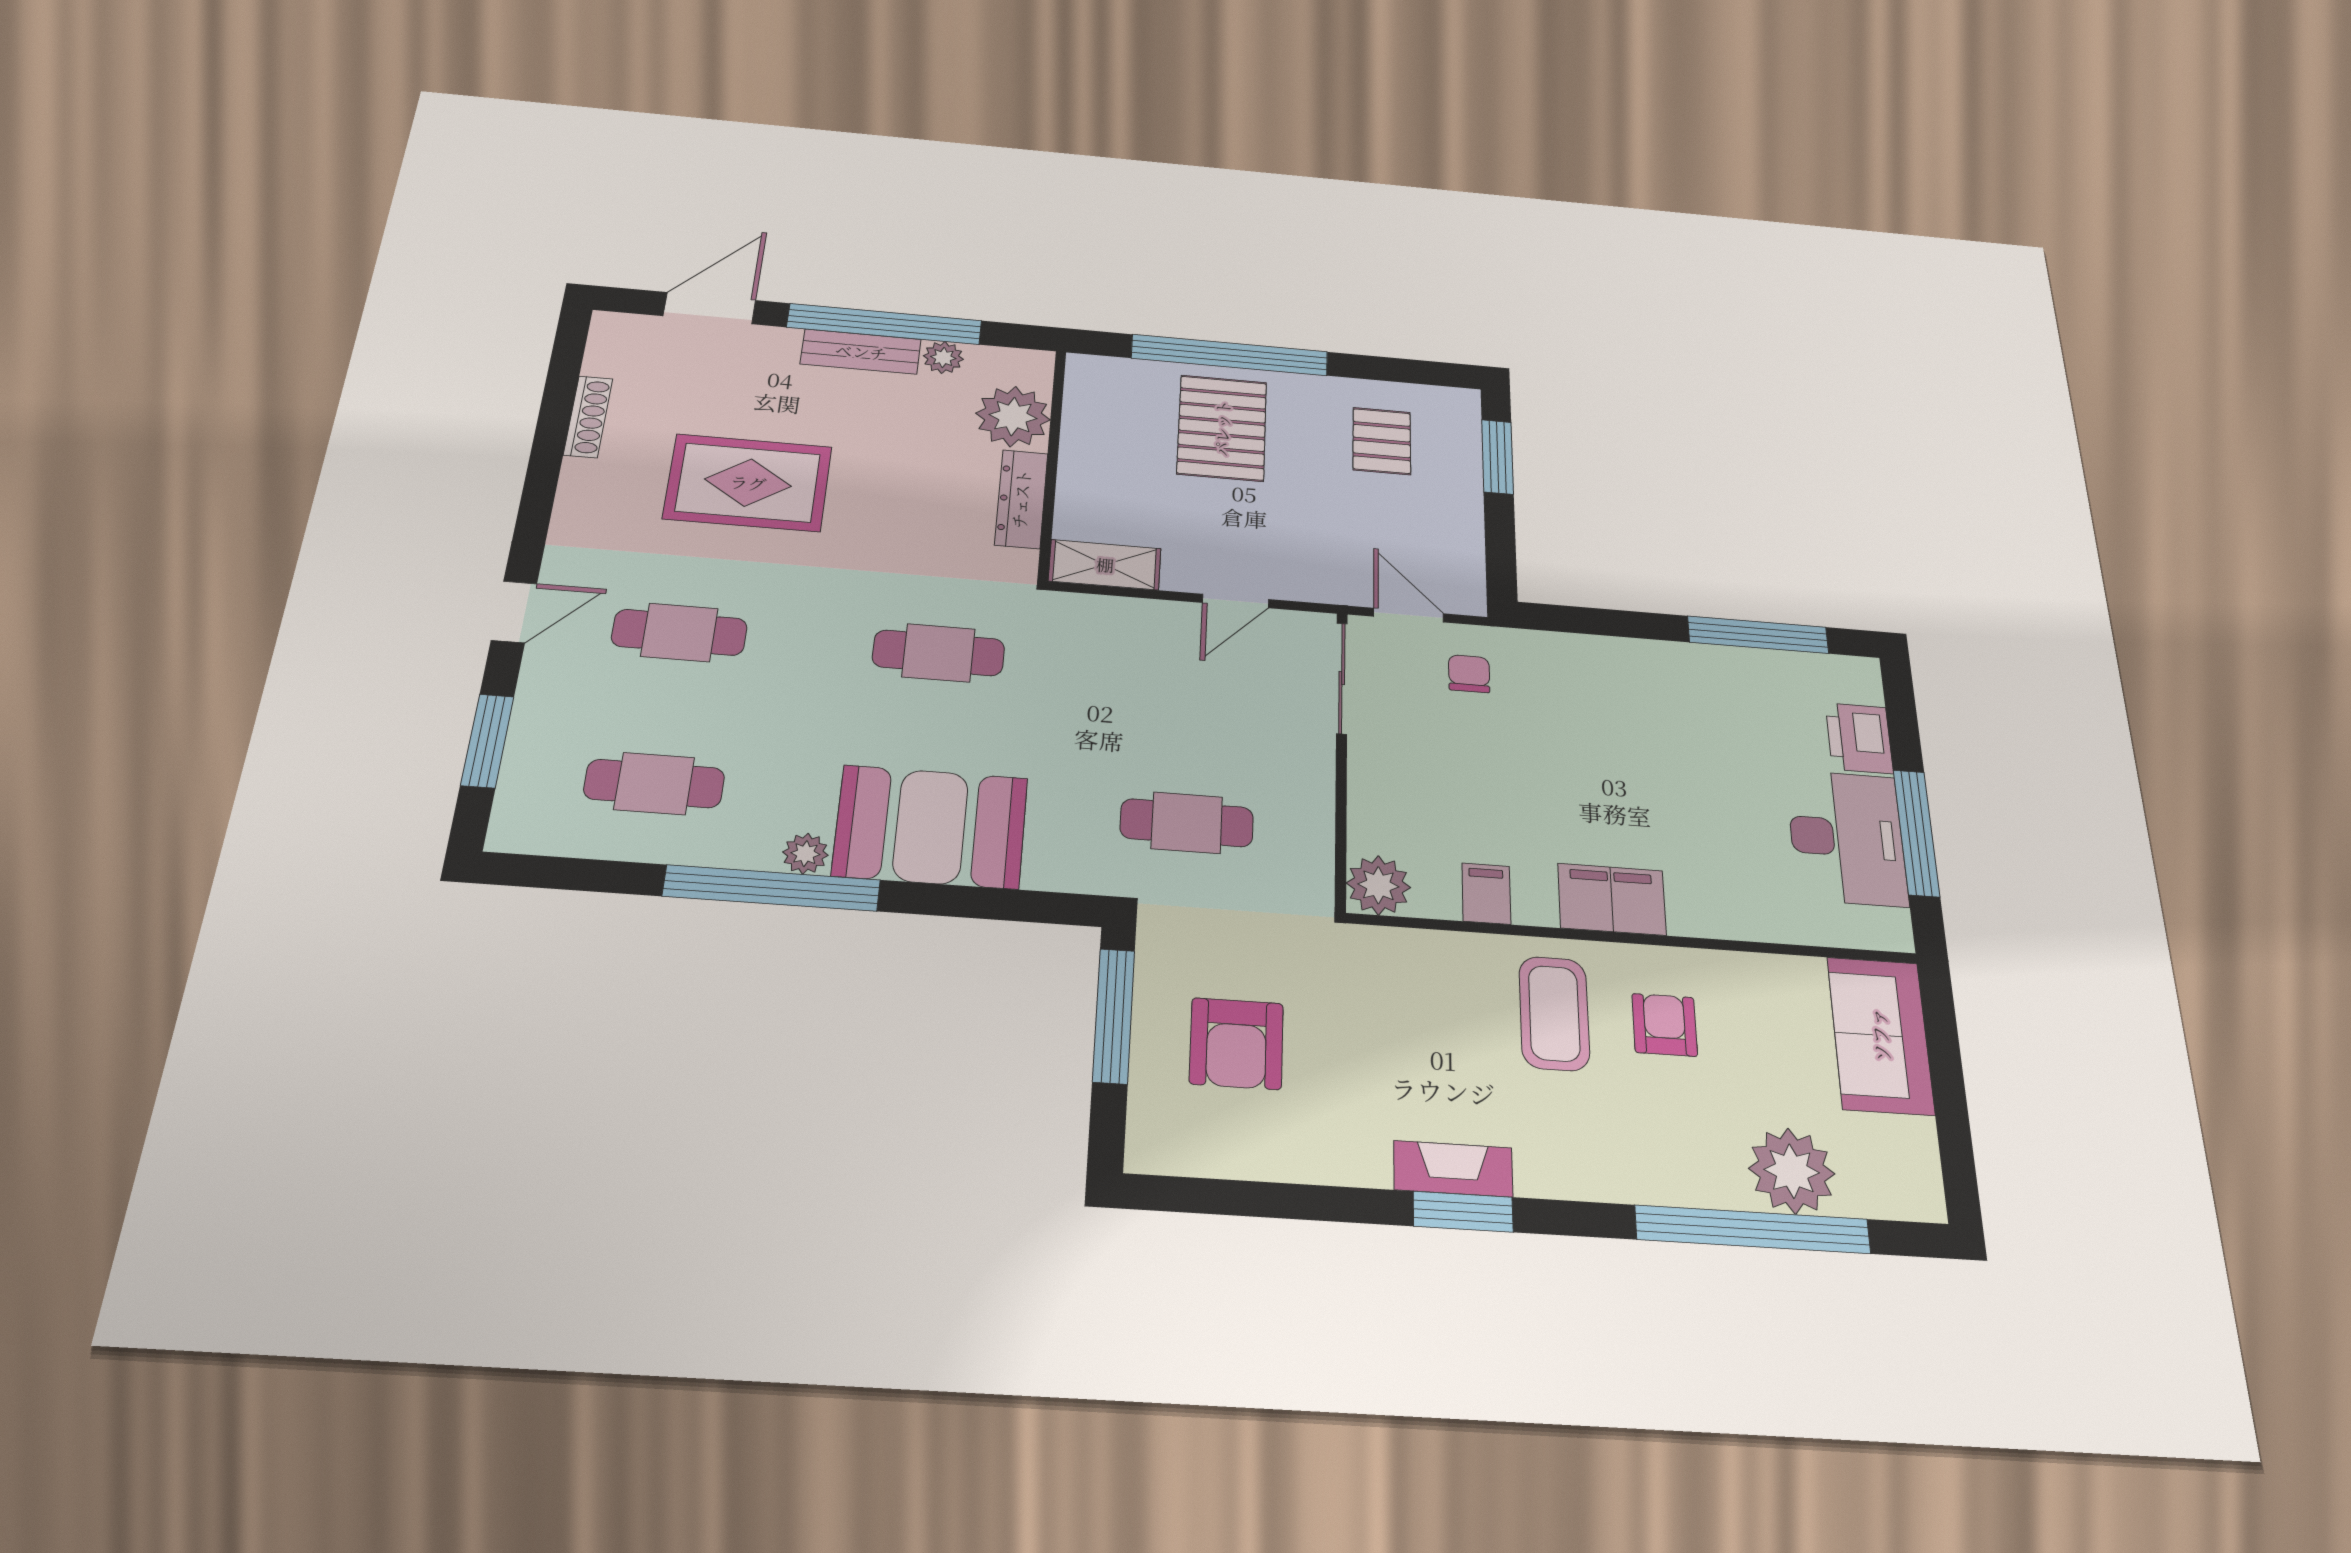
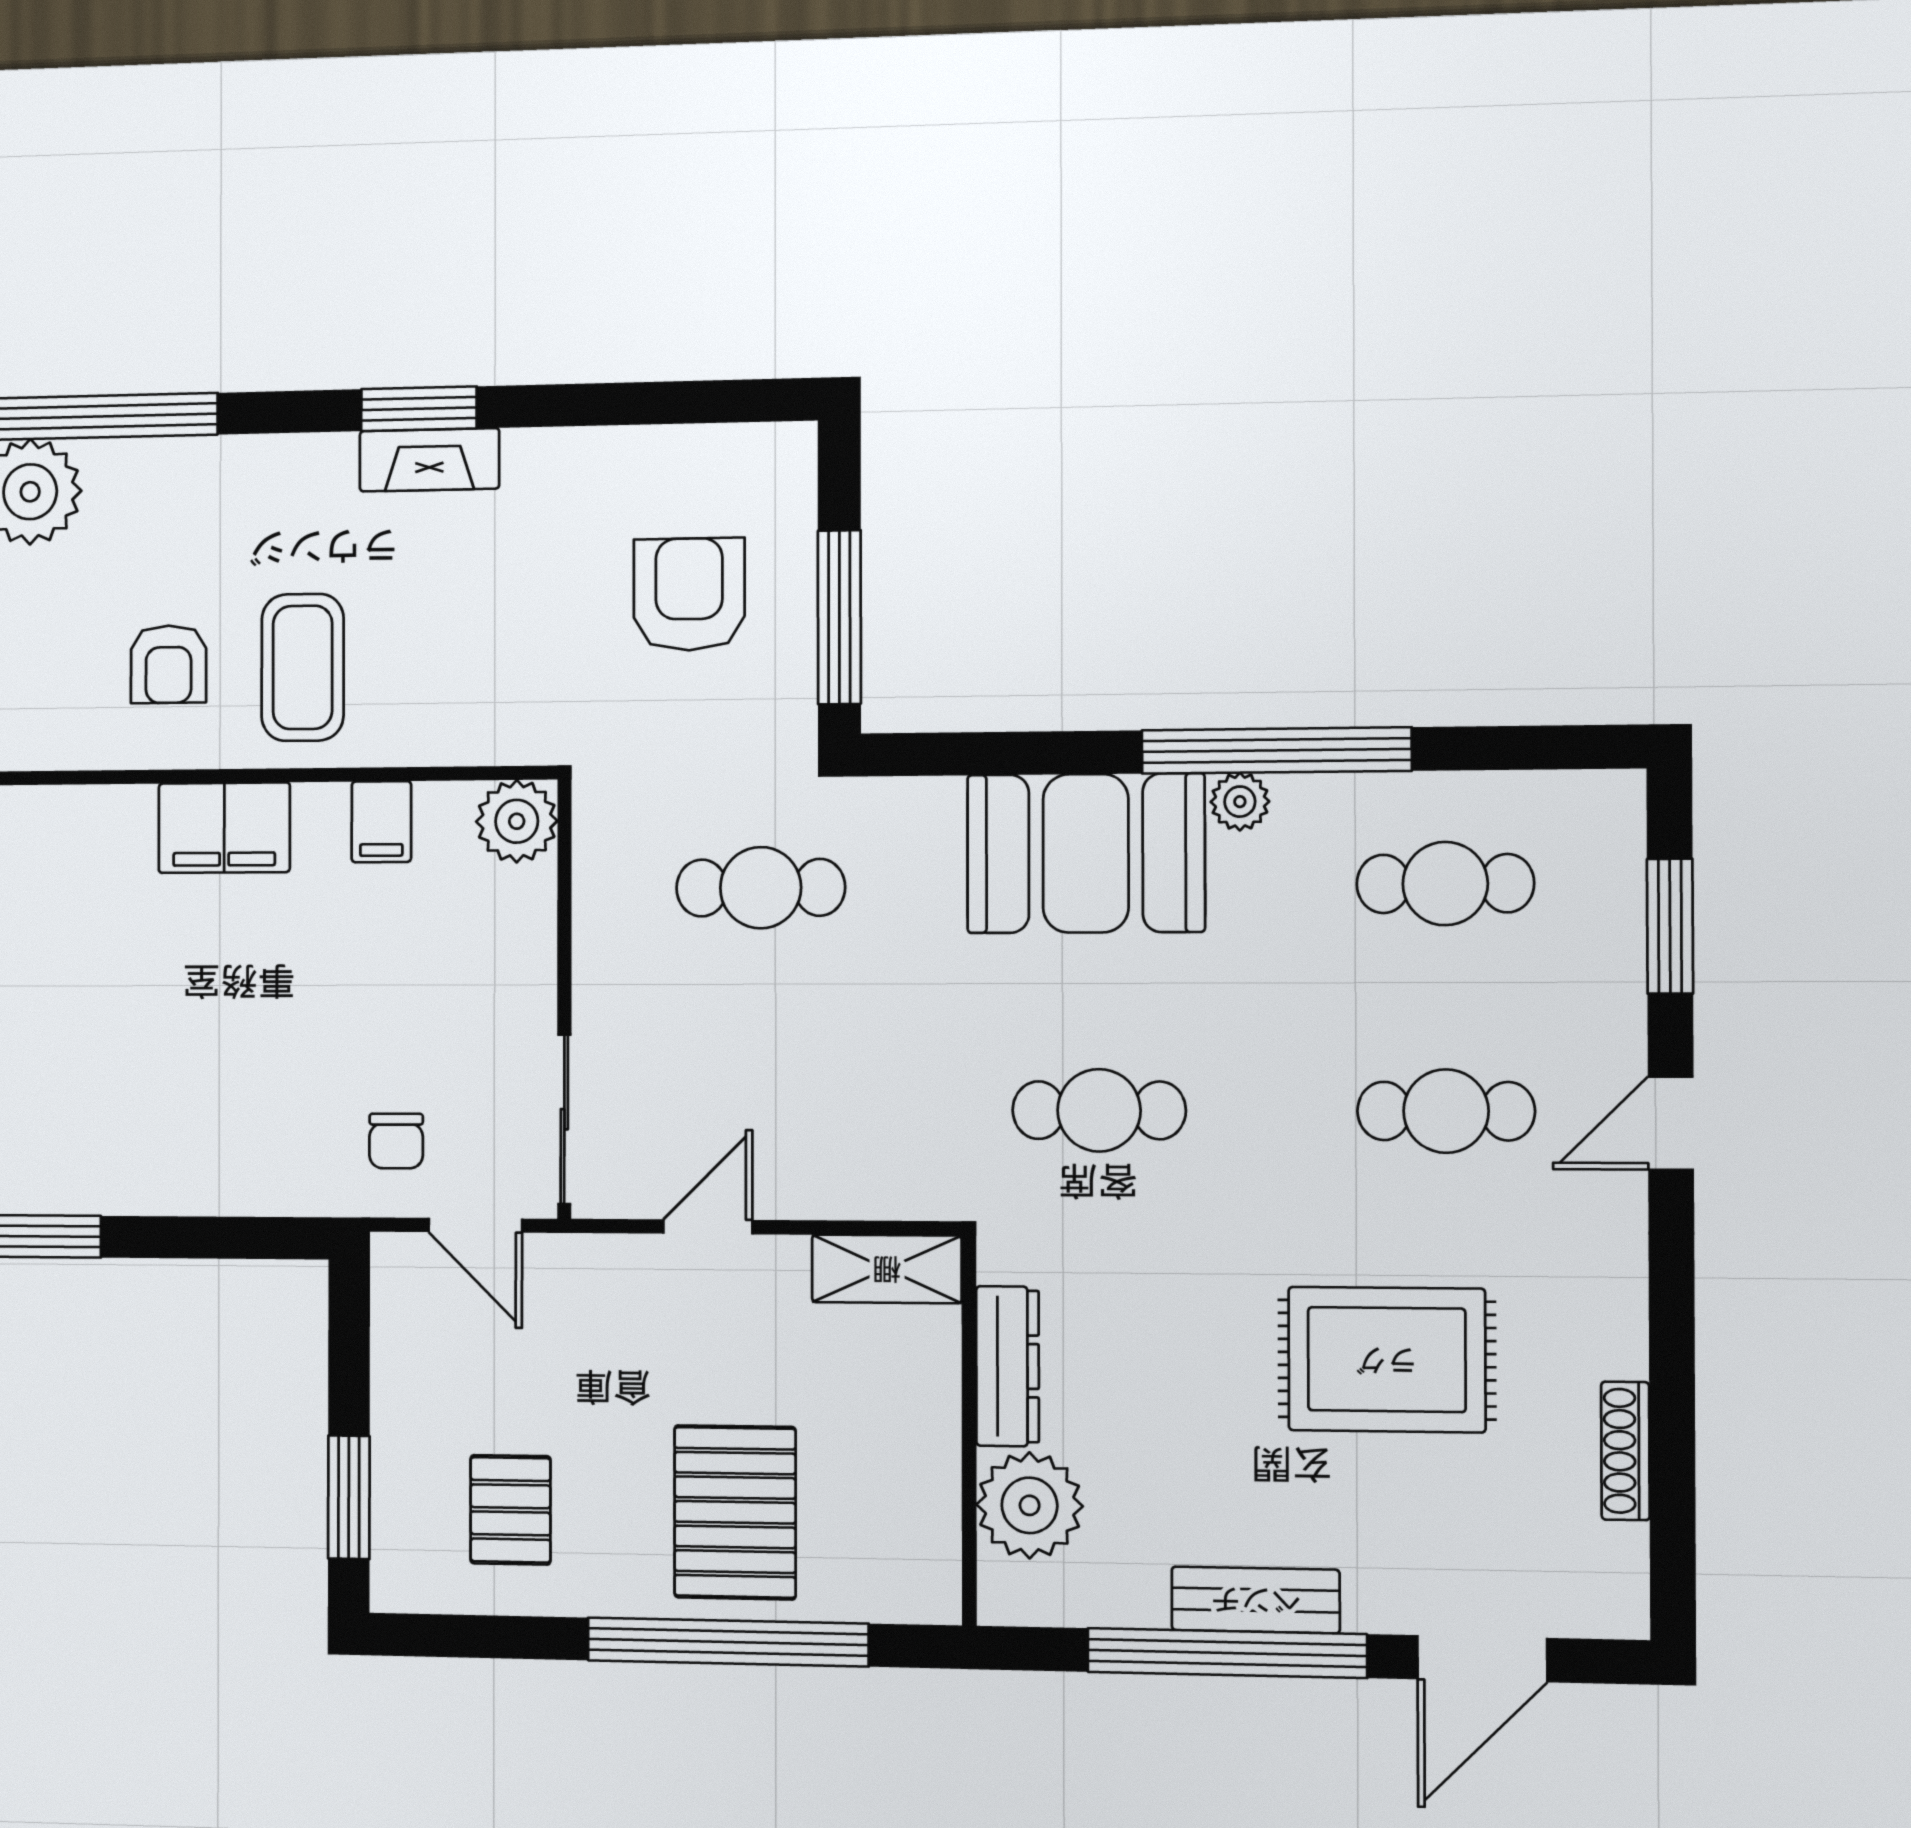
plant: (943, 358) -> (1137, 1600), removed

